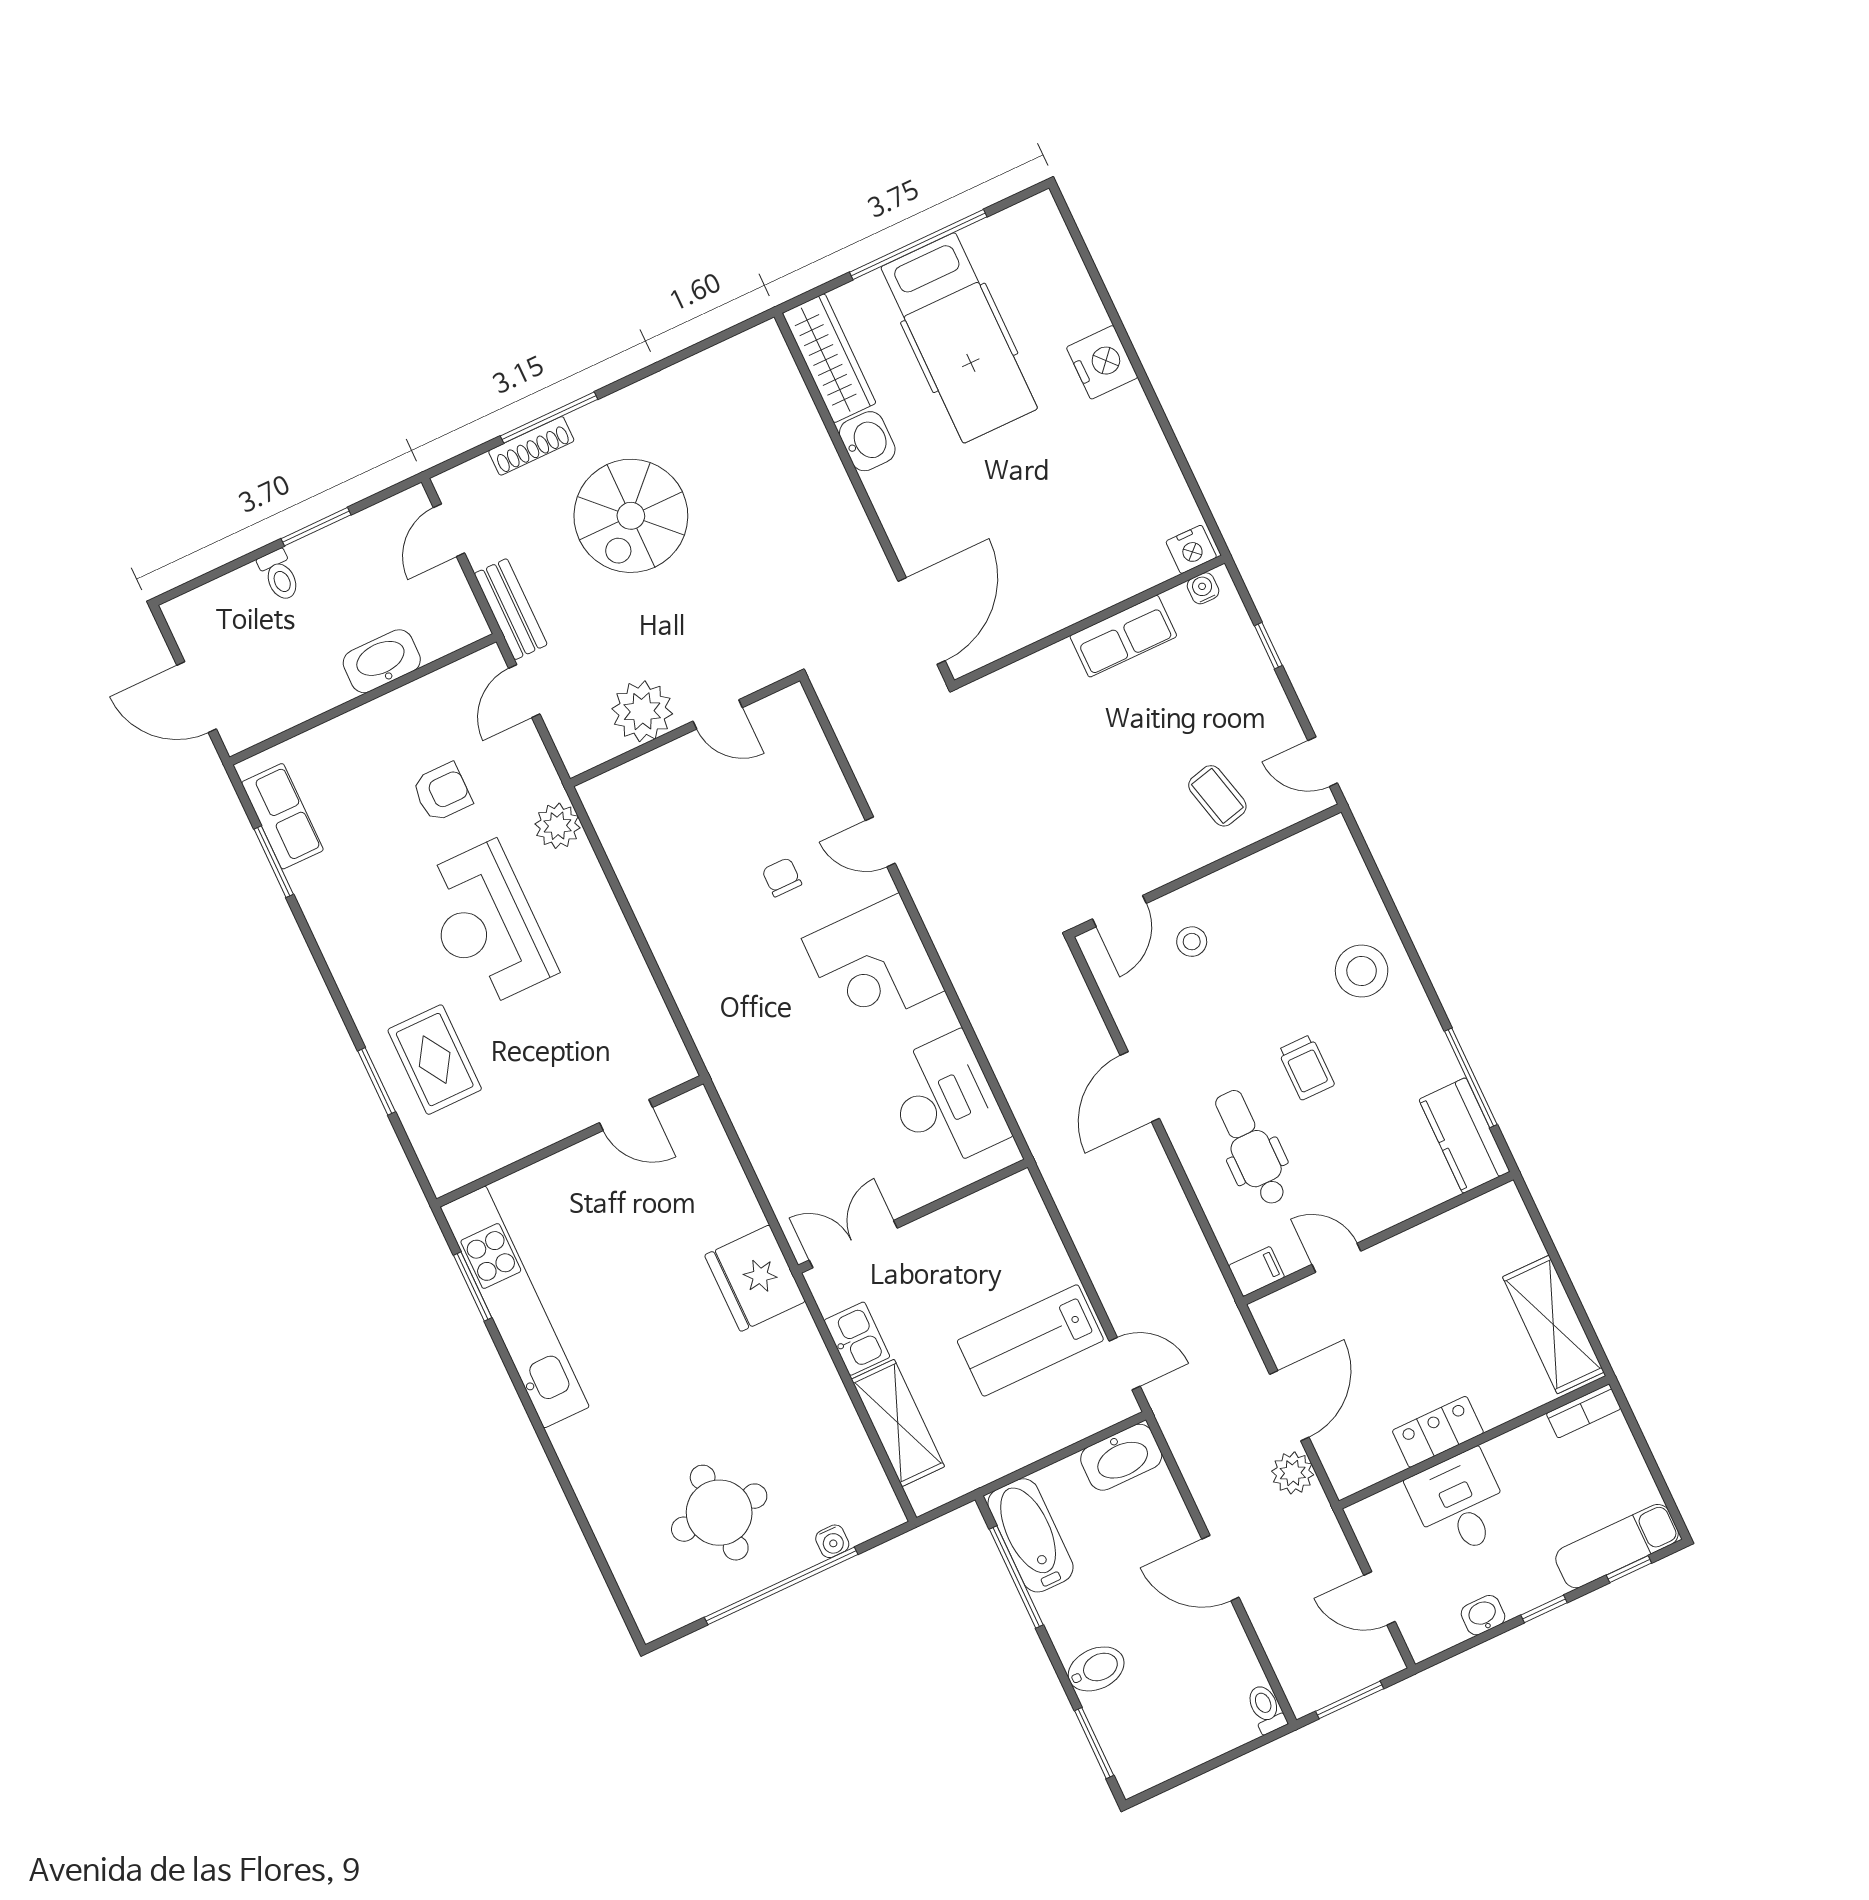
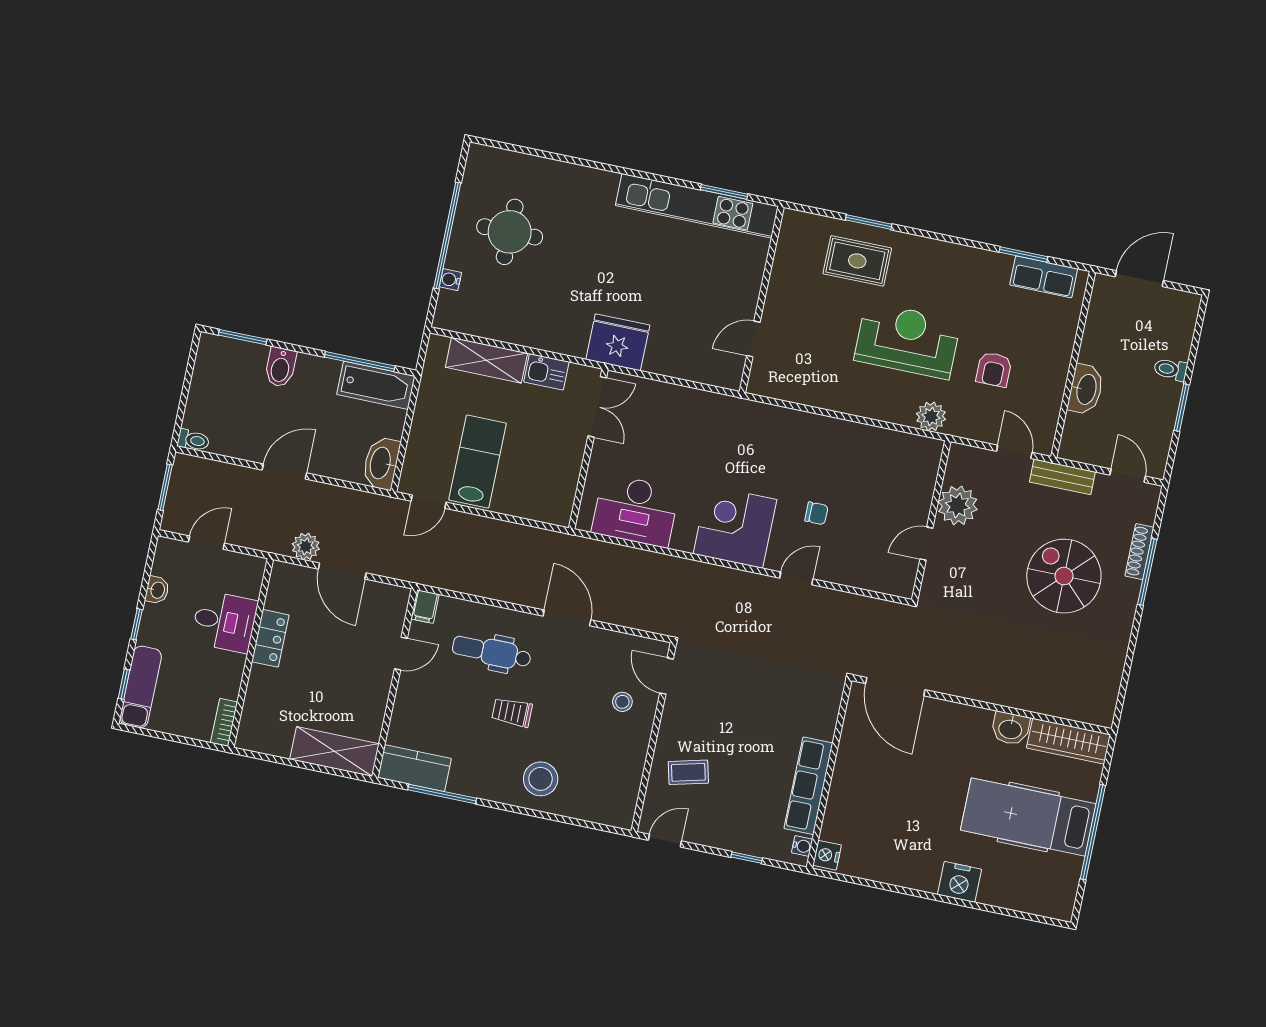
row of seats: (1123, 636) -> (808, 786), width x1.48
dental chair: (1251, 1148) -> (492, 652), turned 180
shelving: (1553, 1324) -> (334, 752), moved

